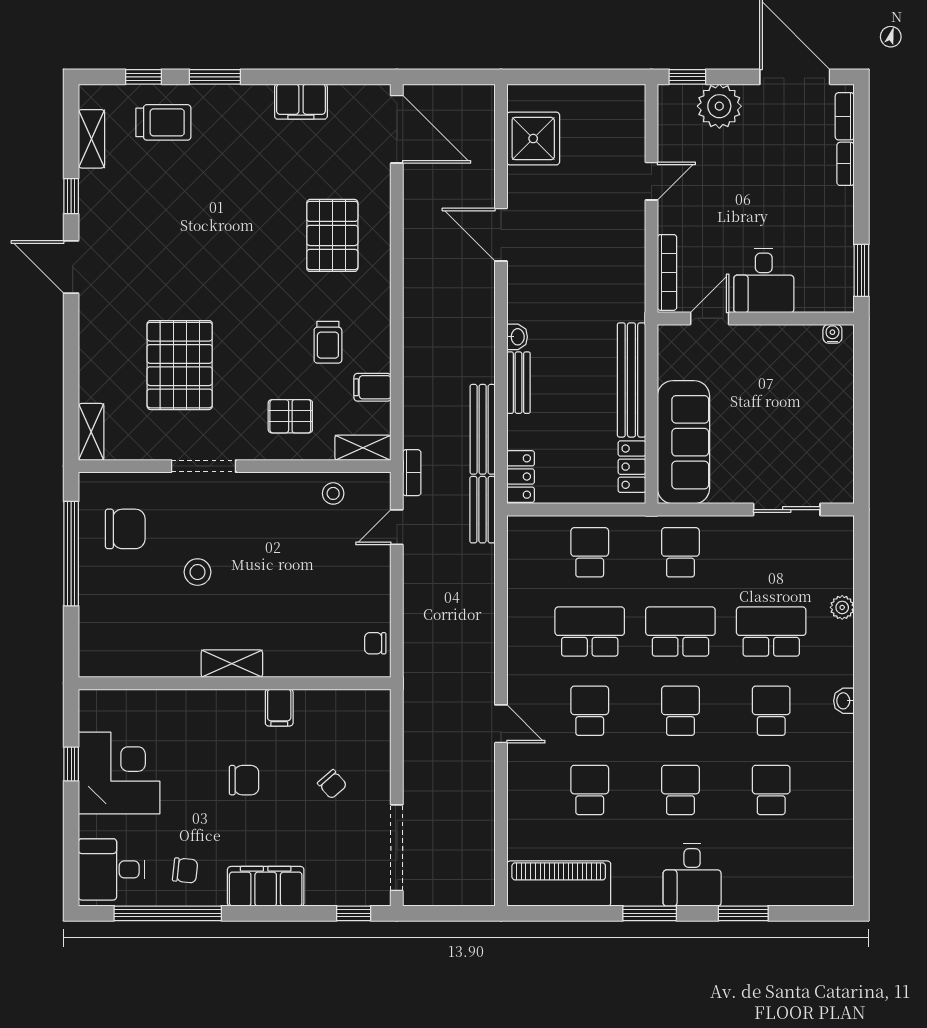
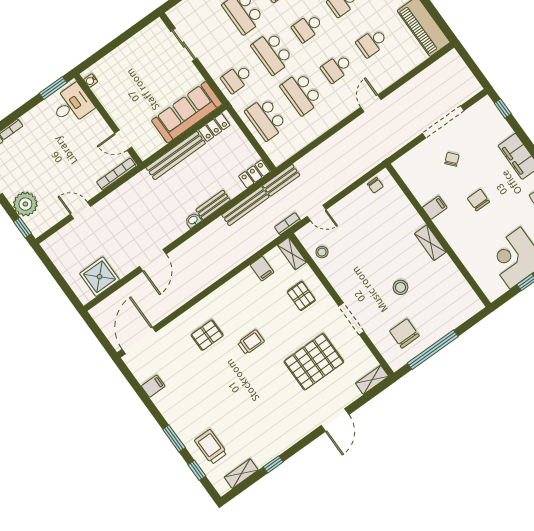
filing cabinet: (301, 102) -> (153, 386), width x0.50
pallet: (332, 235) -> (207, 335), width x0.67, depth x0.71
door: (71, 267) -> (335, 420), moved
desk: (764, 280) -> (72, 105), moved
trolley: (328, 342) -> (251, 342), moved
school desk: (590, 552) -> (266, 119), width x1.85
doorway: (397, 848) -> (443, 122), moved

